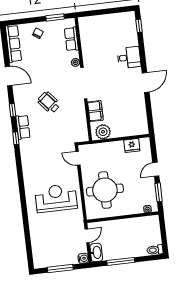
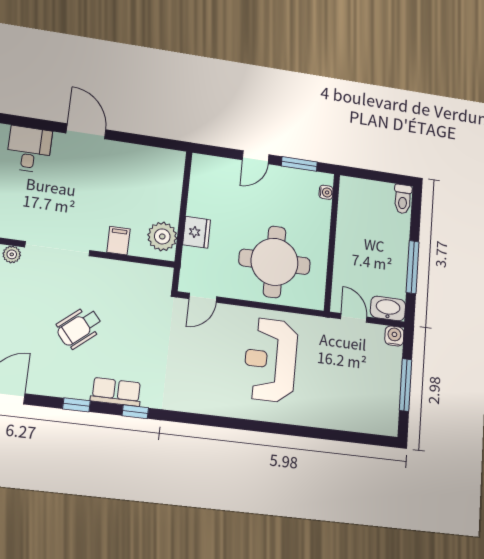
filing cabinet: (95, 111) -> (118, 241), width x0.50
fridge: (132, 145) -> (197, 232), moved
door: (156, 169) -> (256, 157), hinge flipped

